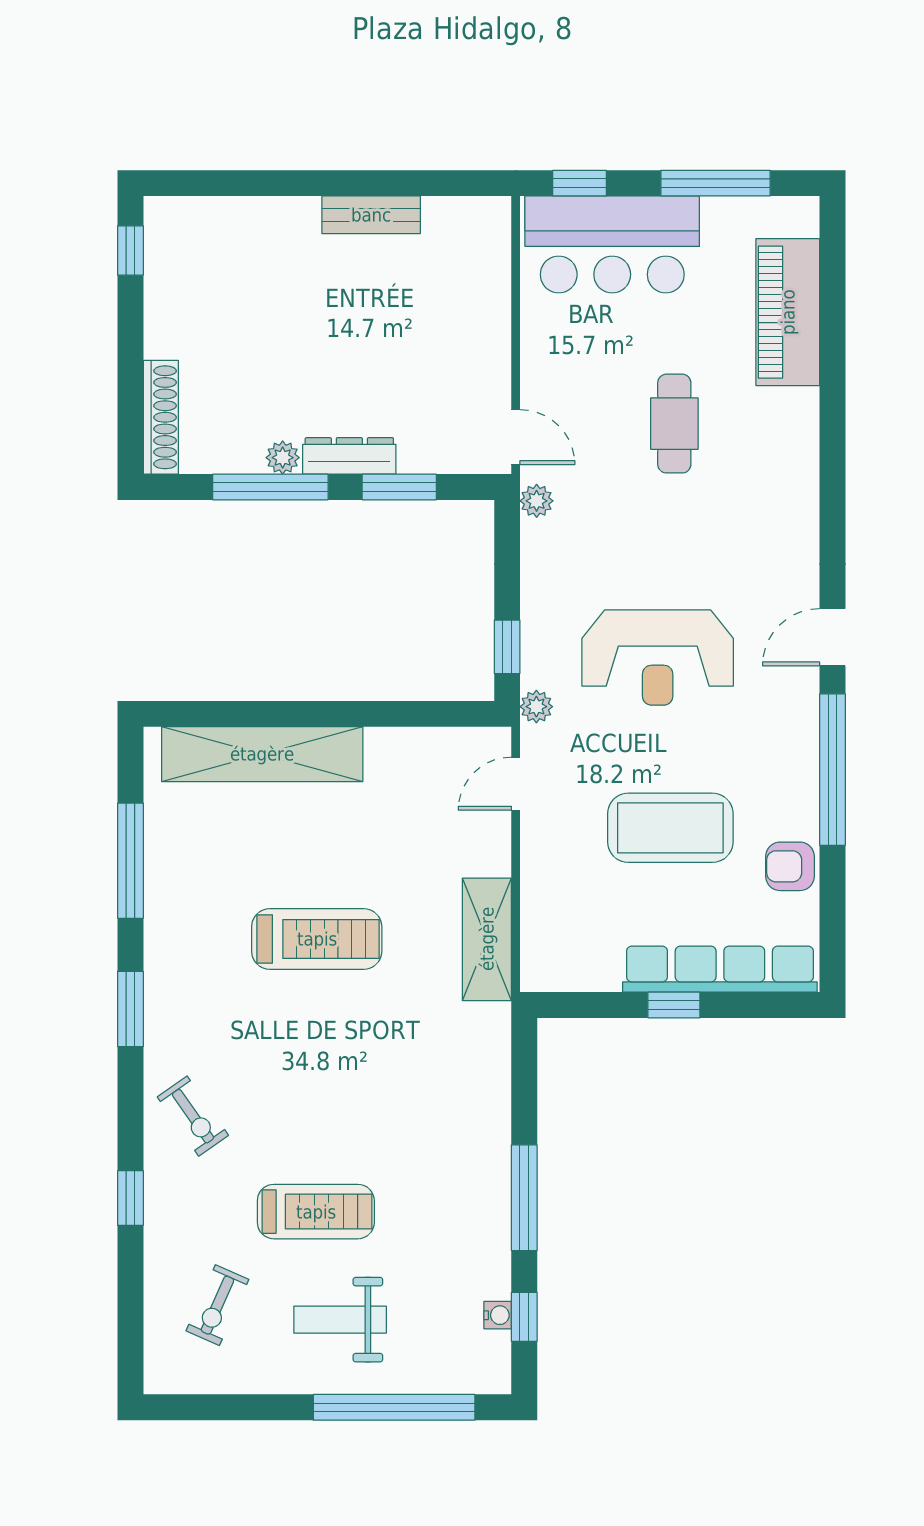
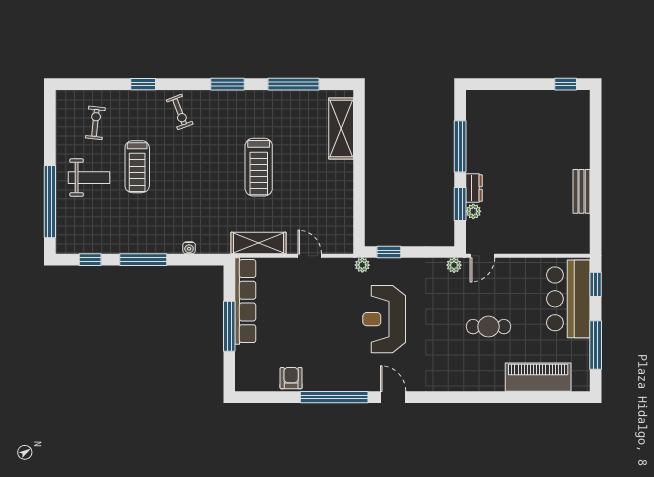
shoe rack: (161, 417) -> (491, 98), removed
dresser: (349, 456) -> (474, 188), width x0.70
plant: (283, 458) -> (473, 211), moved
shelving: (262, 754) -> (341, 129), width x0.68
door: (516, 784) -> (310, 256), moved
coffee table: (670, 828) -> (308, 325), removed
row of seats: (720, 969) -> (245, 301), moved
window: (674, 1005) -> (229, 326), width x2.17
exercise bike: (193, 1116) -> (180, 112), turned -76
exercise bike: (217, 1305) -> (95, 123), turned 72
water cooler: (498, 1315) -> (189, 248), moved
weight bench: (340, 1320) -> (89, 178), turned 90

